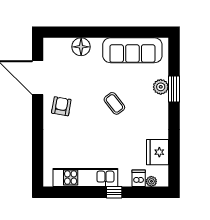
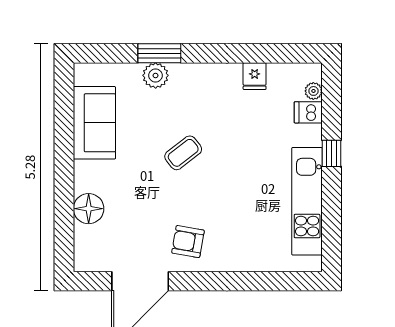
sofa: (132, 50) -> (94, 123), width x0.73
fridge: (158, 152) -> (255, 76), width x0.53, depth x0.75

